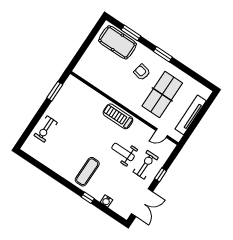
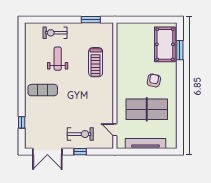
window: (163, 54) -> (180, 88), removed
treadmill: (118, 116) -> (96, 62), moved, turned 180
weight bench: (123, 152) -> (58, 59), moved
window: (88, 198) -> (22, 122), moved
water cooler: (106, 201) -> (29, 122), removed

